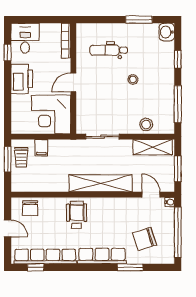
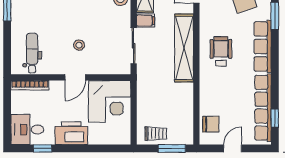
dental chair: (109, 50) -> (32, 53), moved, turned 180
stool: (133, 79) -> (79, 45), moved
door: (73, 82) -> (75, 77), hinge flipped
filing cabinet: (41, 148) -> (146, 21), moved
window: (8, 159) -> (172, 148), moved
wheelchair: (77, 215) -> (221, 51), moved, turned 90

